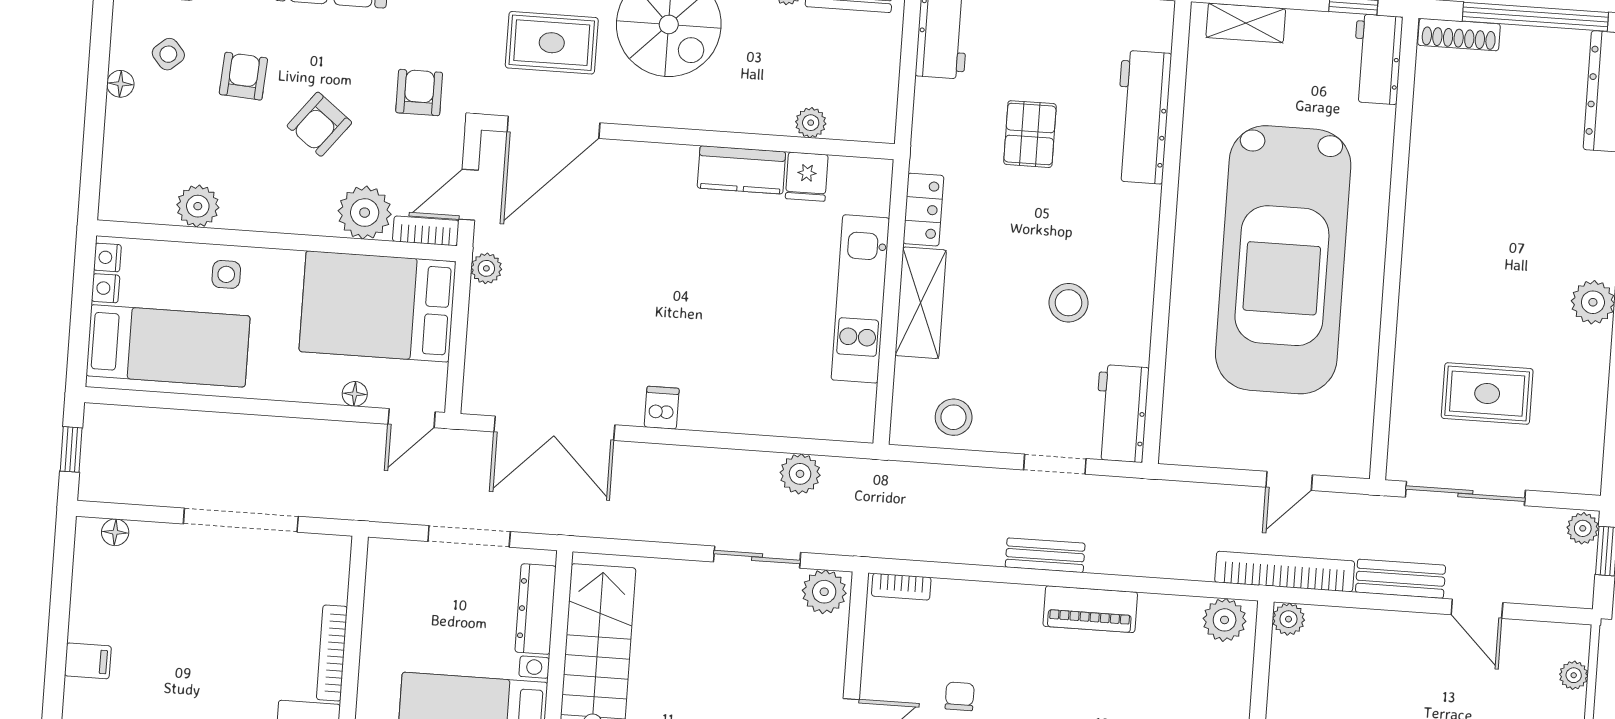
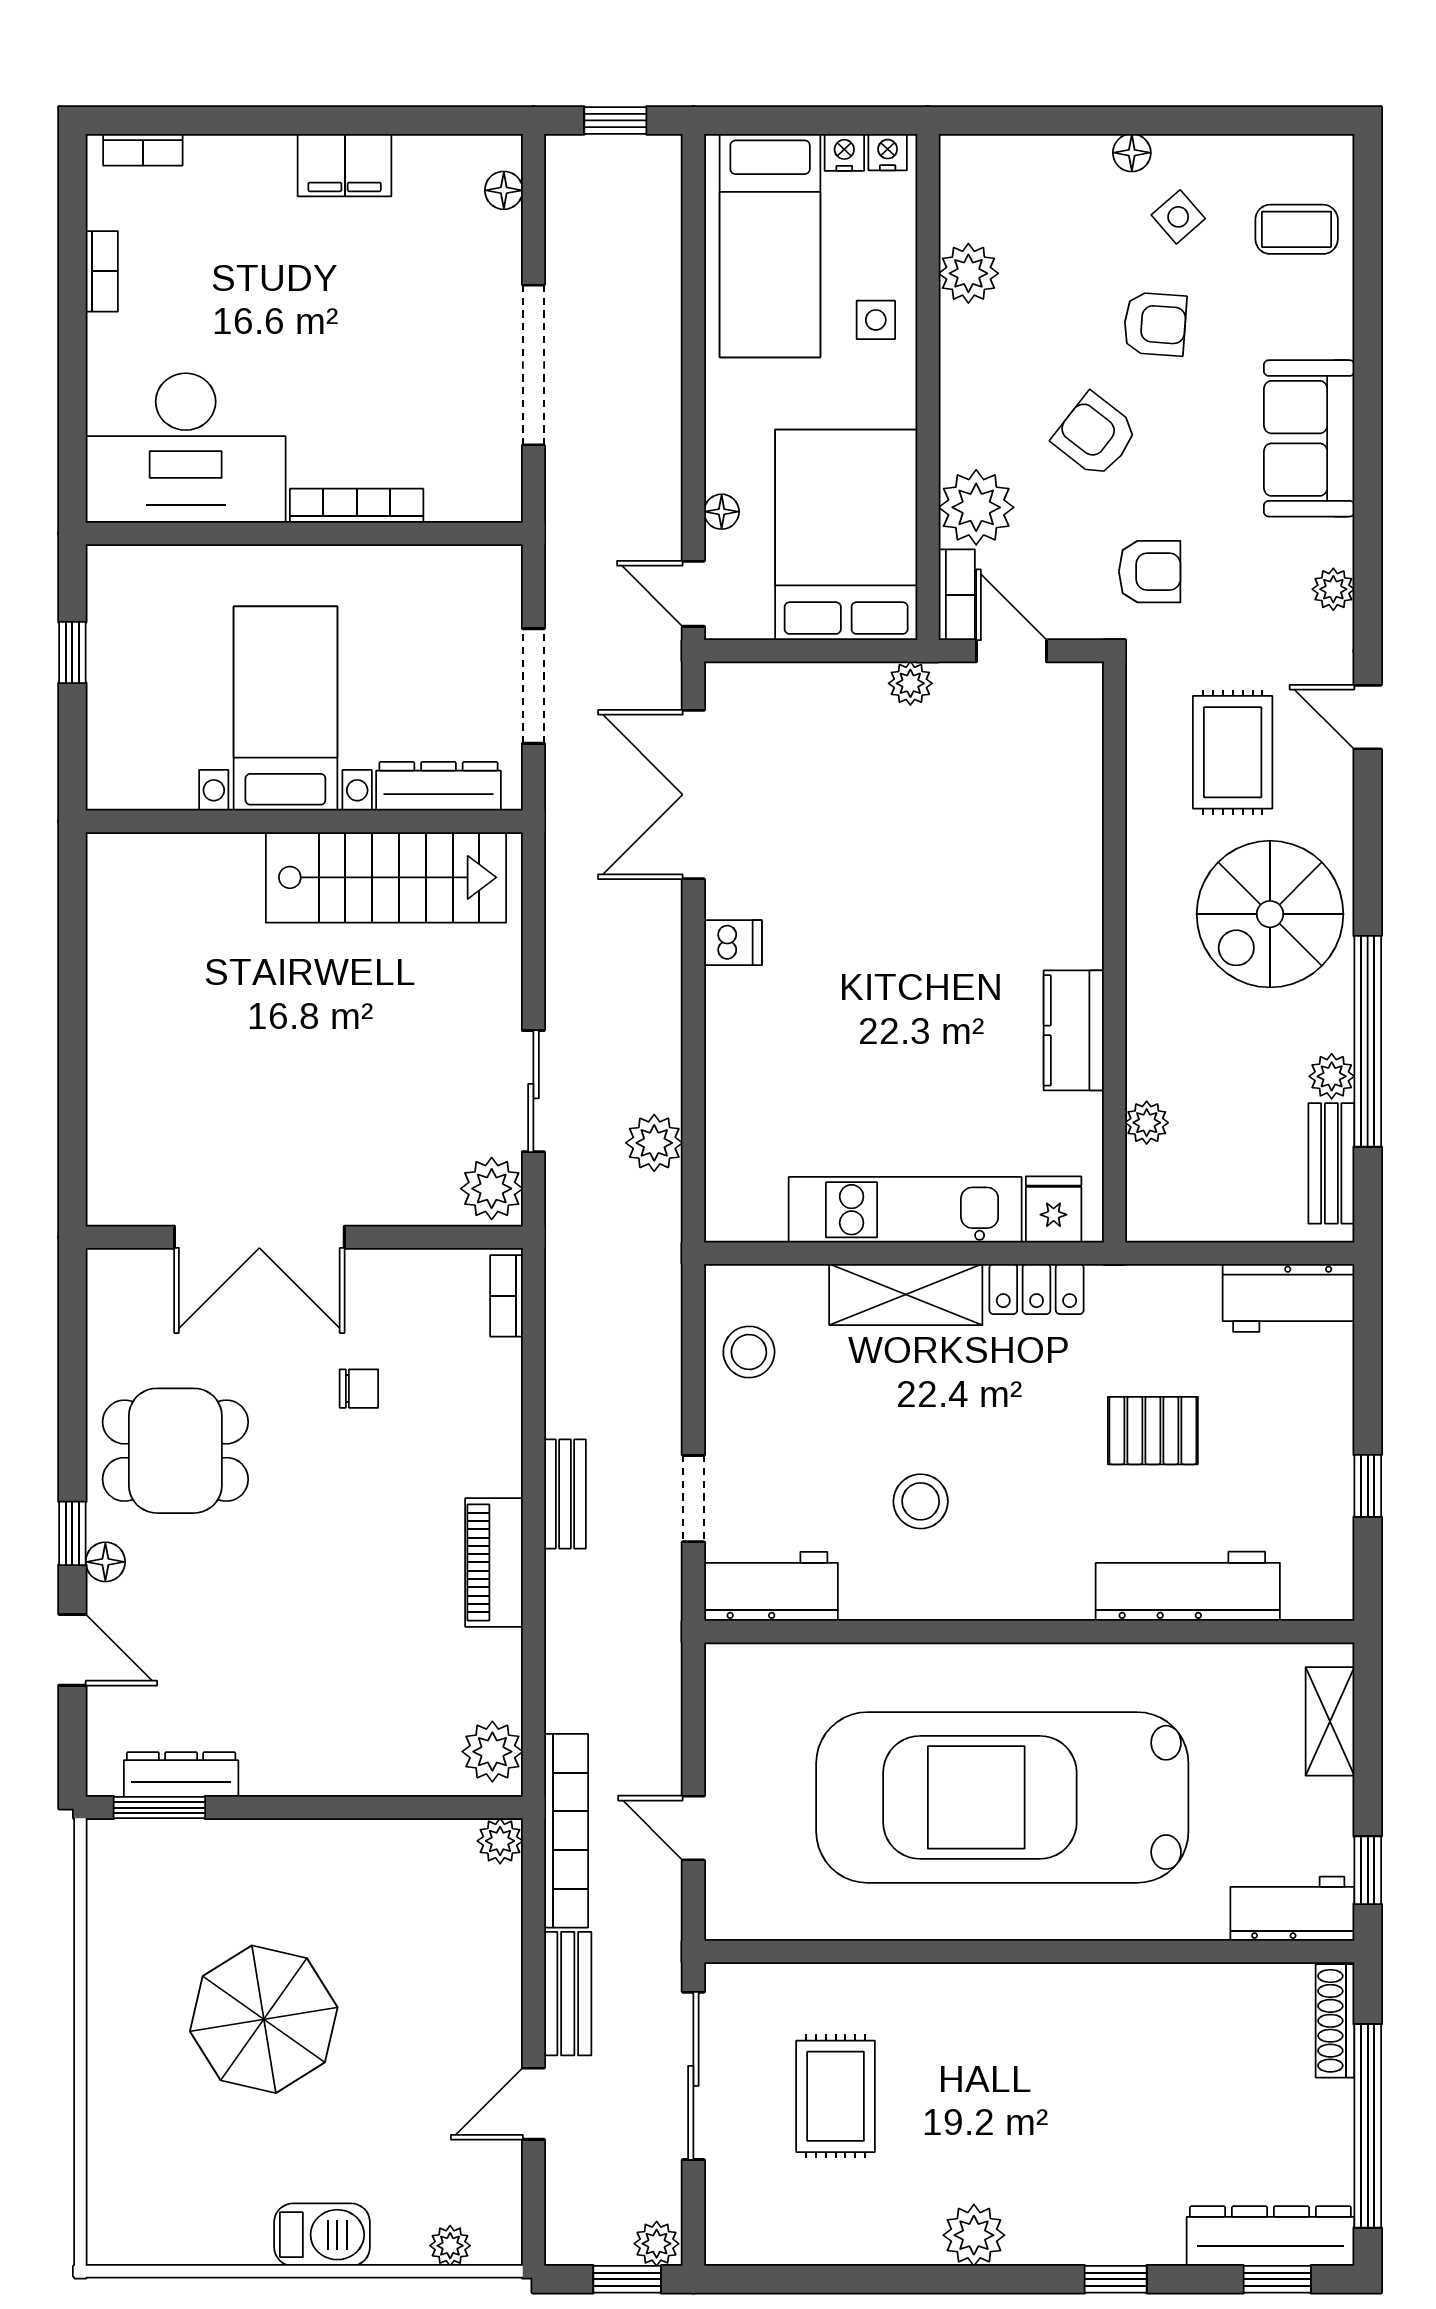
door: (554, 127) -> (1114, 763), removed
fridge: (807, 177) -> (1054, 1209), moved, turned 90
filing cabinet: (88, 661) -> (345, 165), width x2.00

